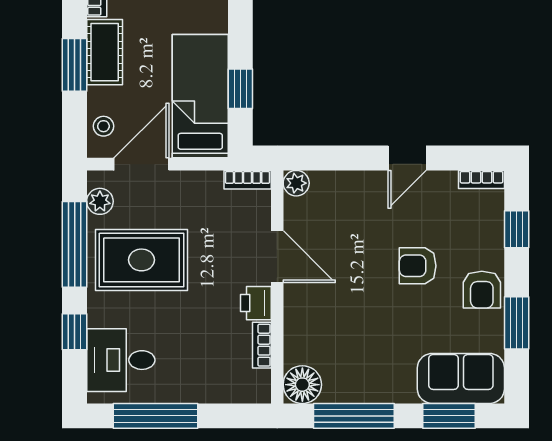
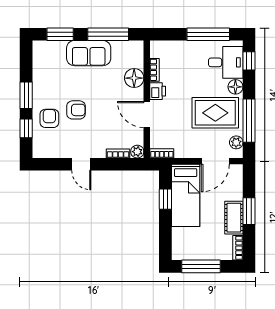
stool: (103, 126) -> (234, 180), removed
door: (407, 158) -> (81, 164), swing flipped
bookcase: (482, 179) -> (118, 153), moved
armchair: (482, 290) -> (49, 118), moved
floor lamp: (101, 312) -> (235, 87), added
window: (517, 323) -> (26, 95), moved
window: (75, 332) -> (249, 61), moved
sofa: (461, 378) -> (89, 53), moved
floor lamp: (302, 385) -> (134, 78), moved

